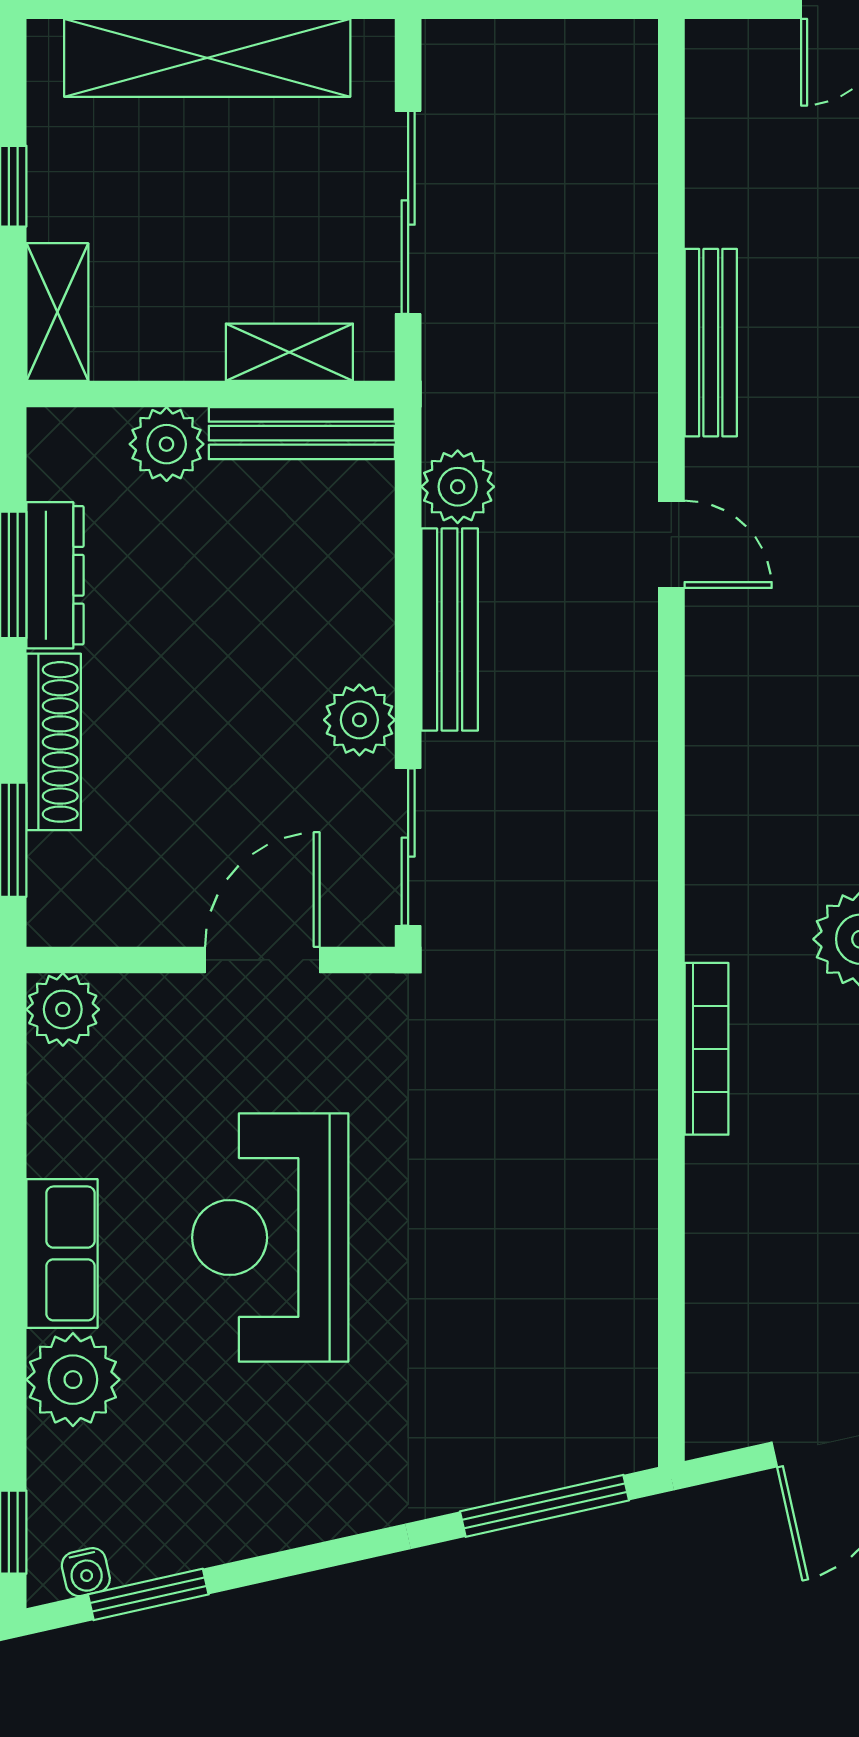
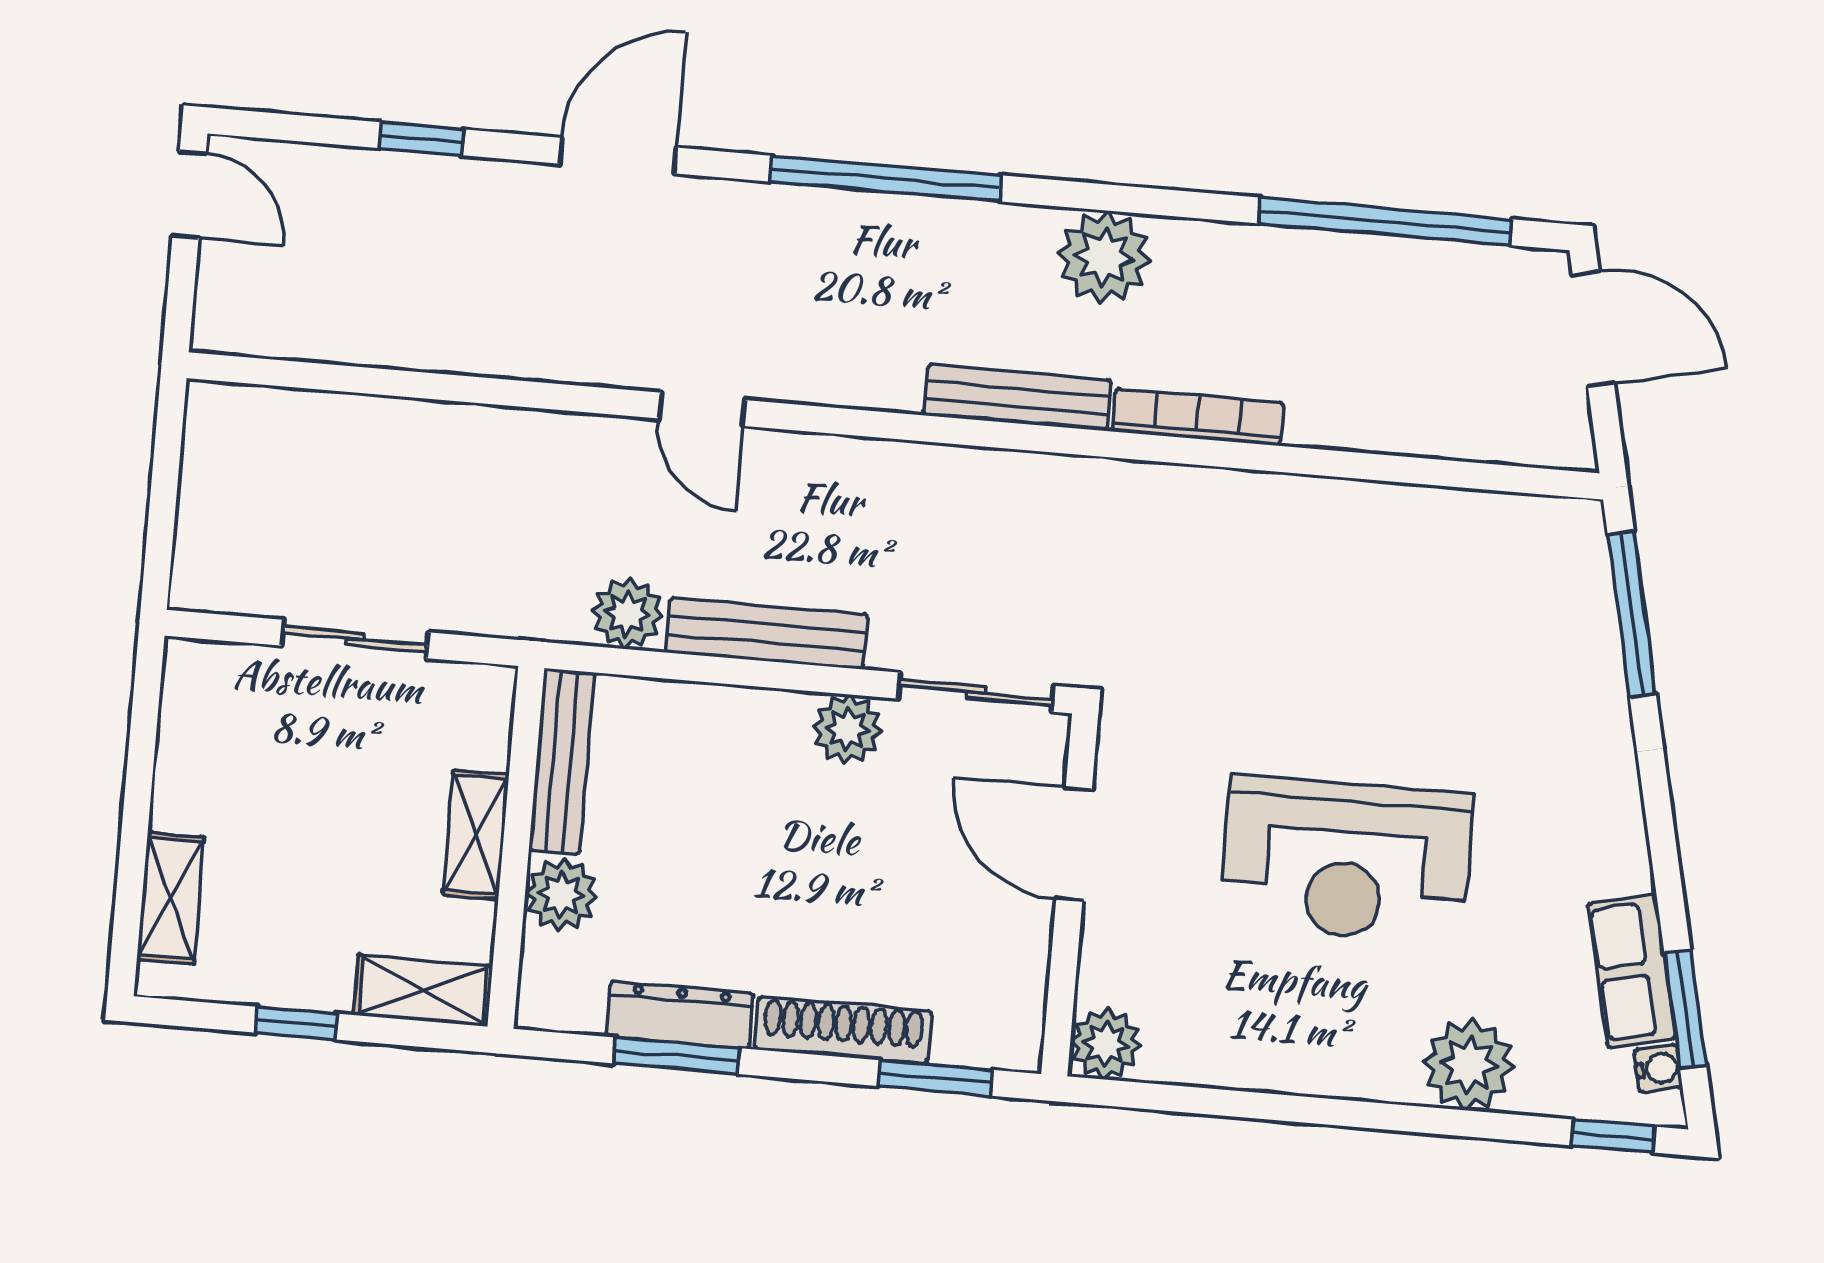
shelving: (207, 58) -> (171, 898), width x0.45, depth x0.75
sliding door: (408, 212) -> (355, 639), width x0.73
bench: (711, 343) -> (1018, 398), moved
shelving: (289, 352) -> (476, 835), moved
door: (671, 544) -> (702, 409), swing flipped
row of seats: (62, 1253) -> (1632, 971), moved, turned -103

